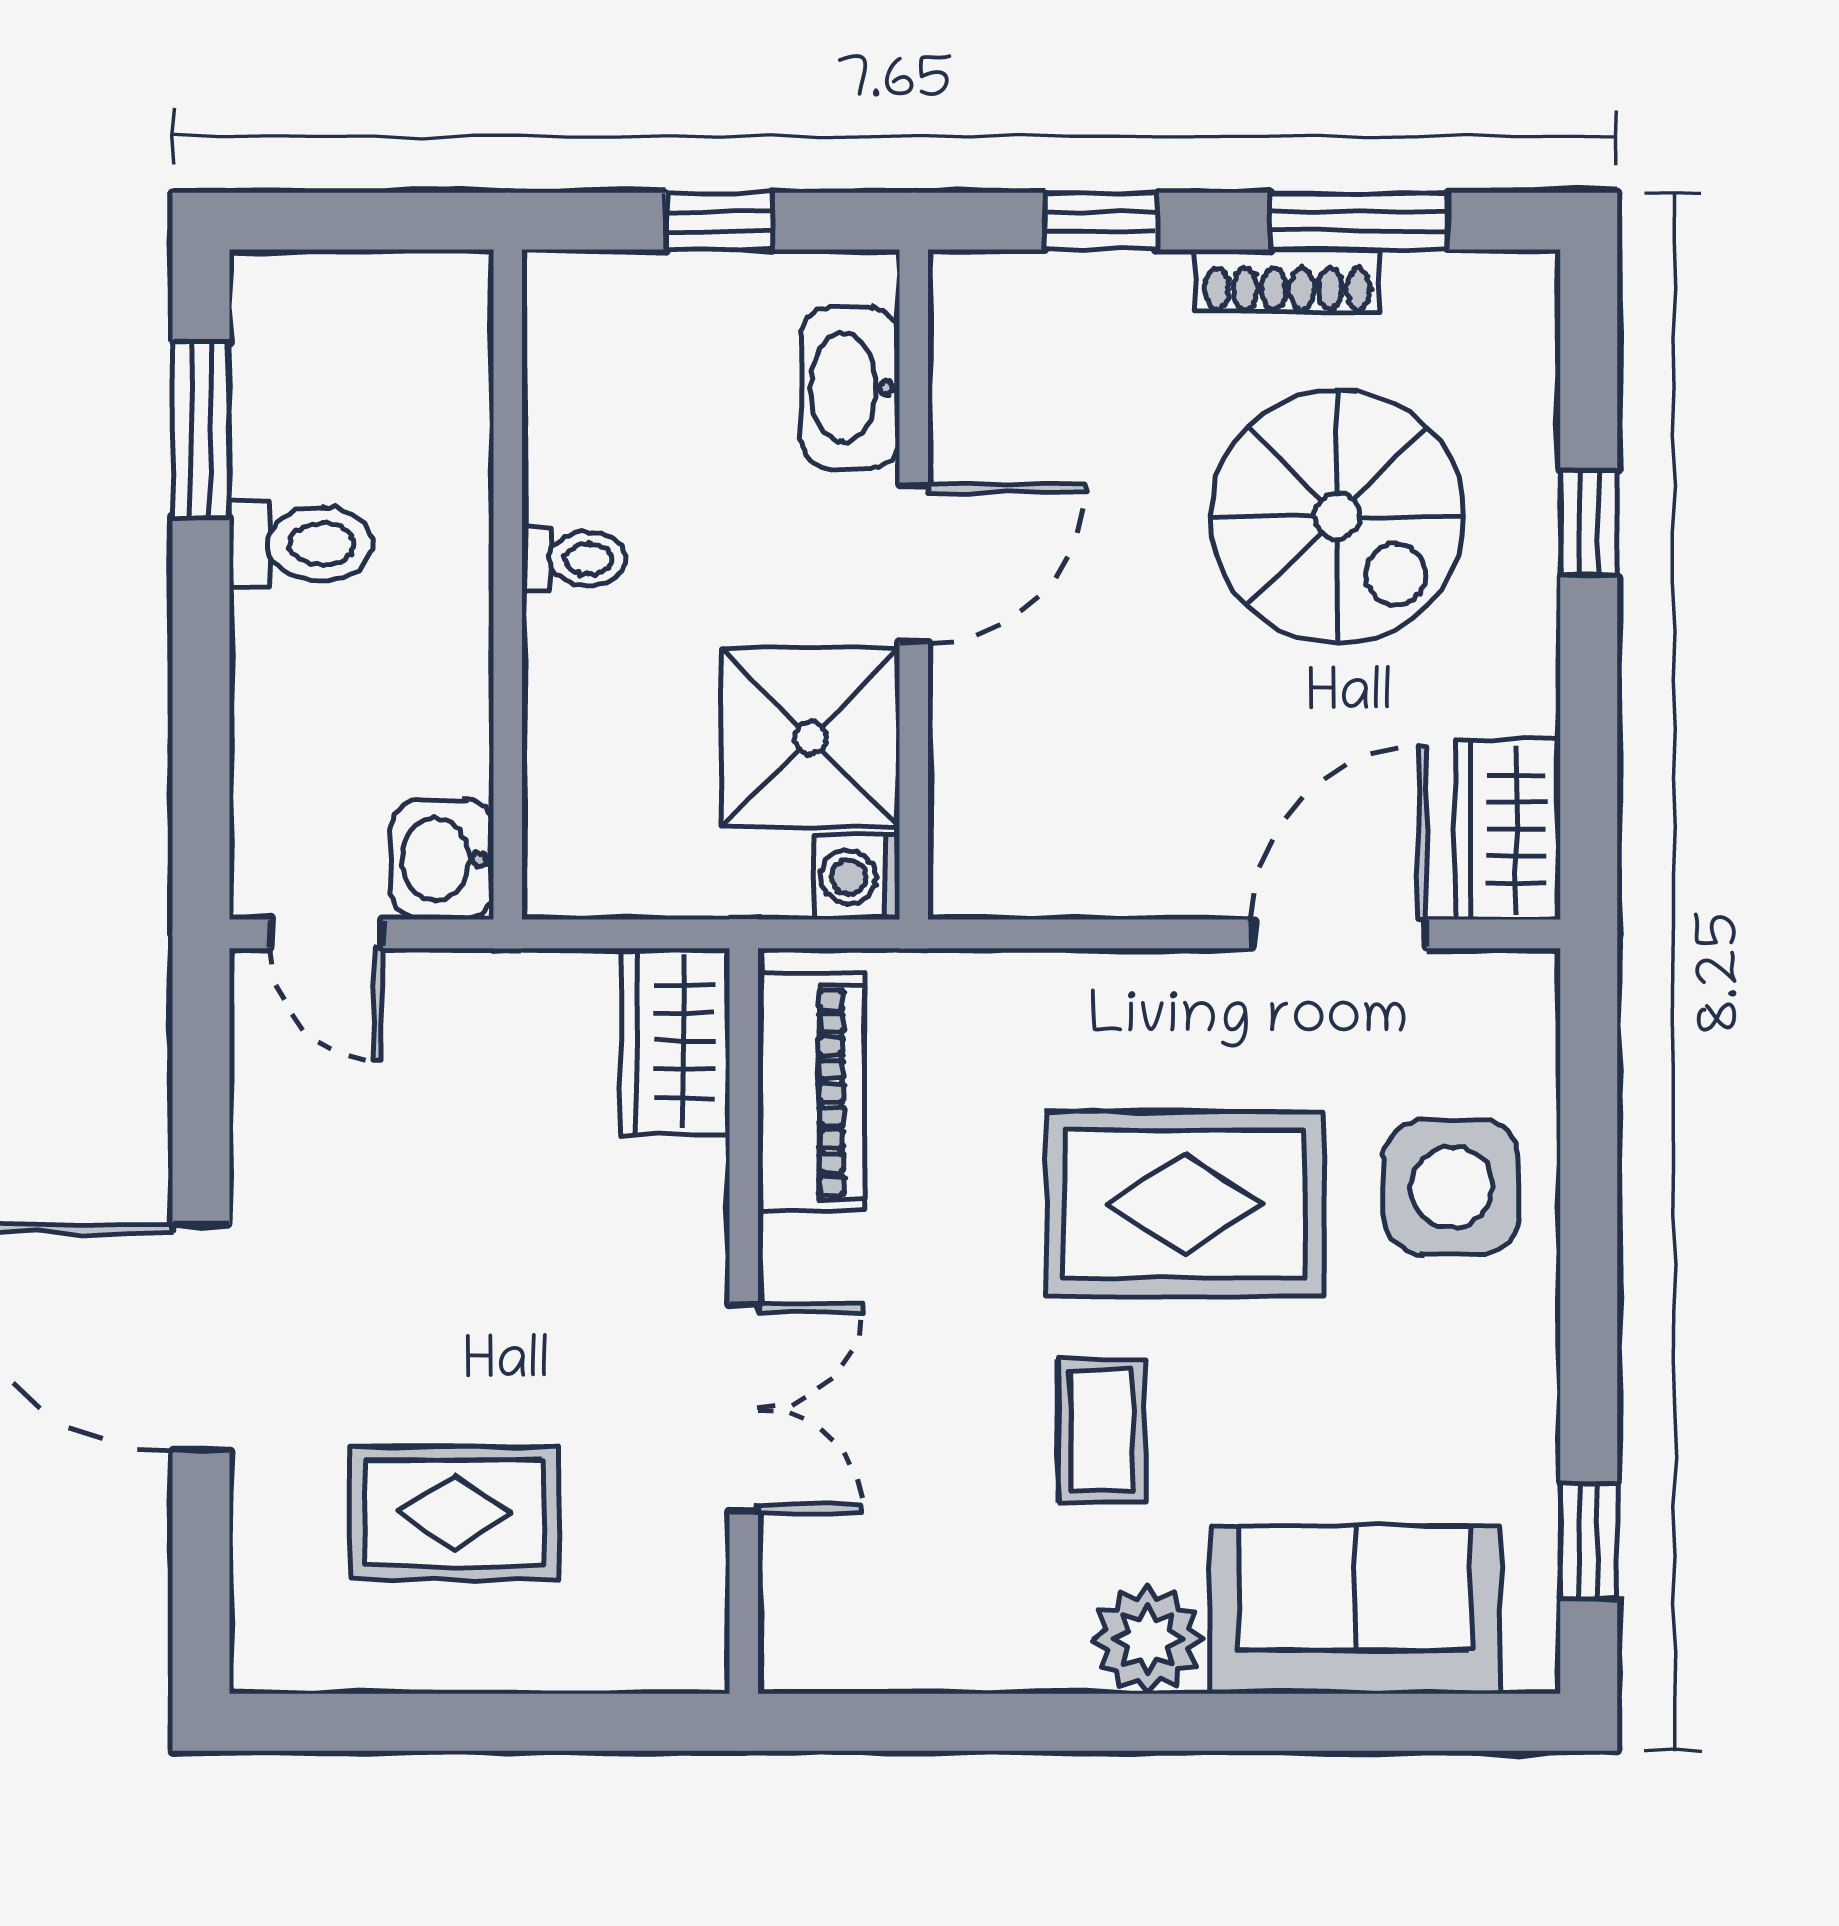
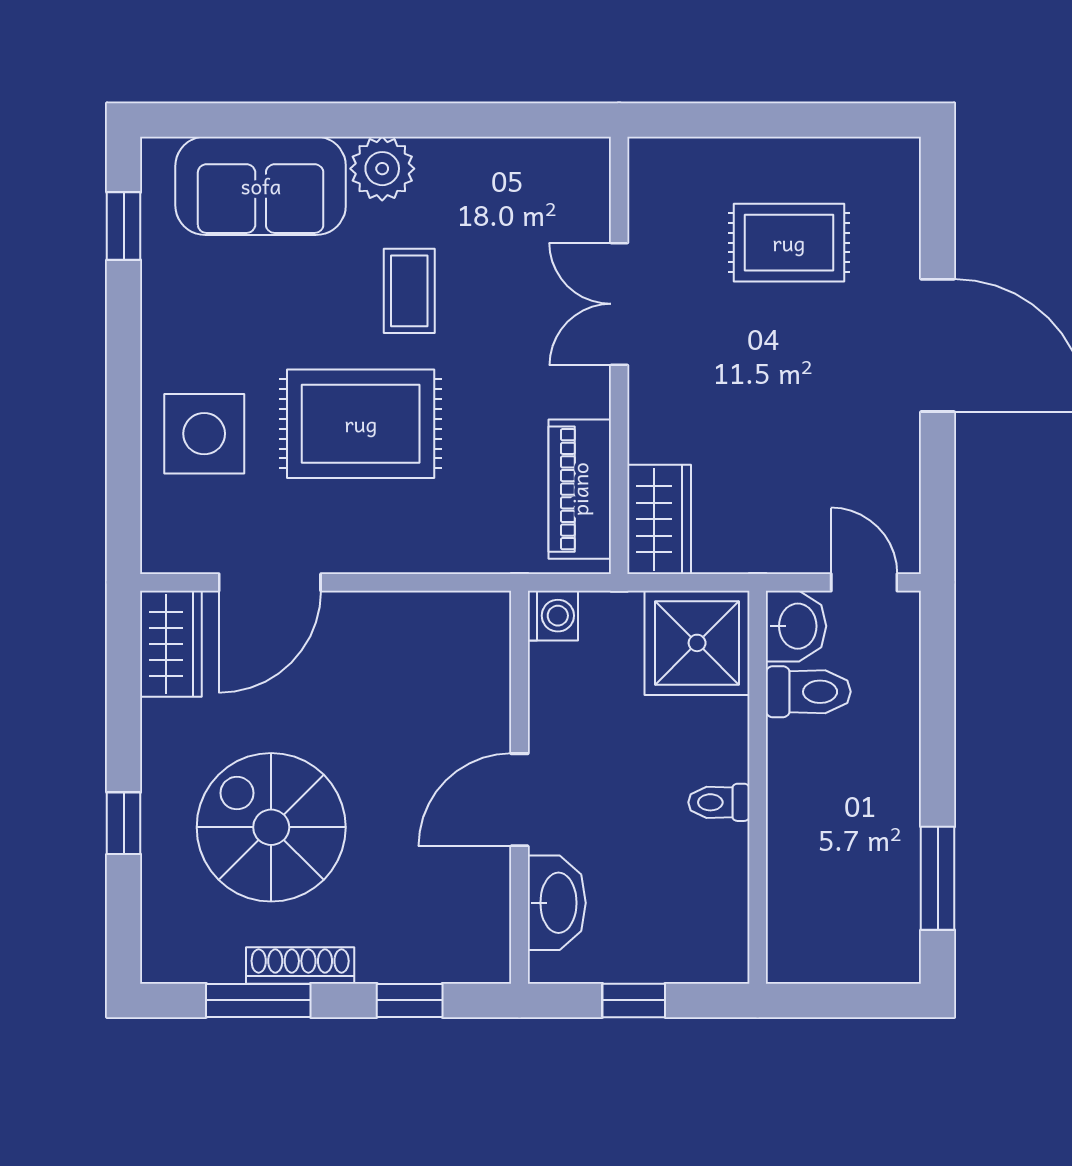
toilet: (301, 544) -> (808, 692), moved, turned 180
shower: (810, 738) -> (697, 643), moved

